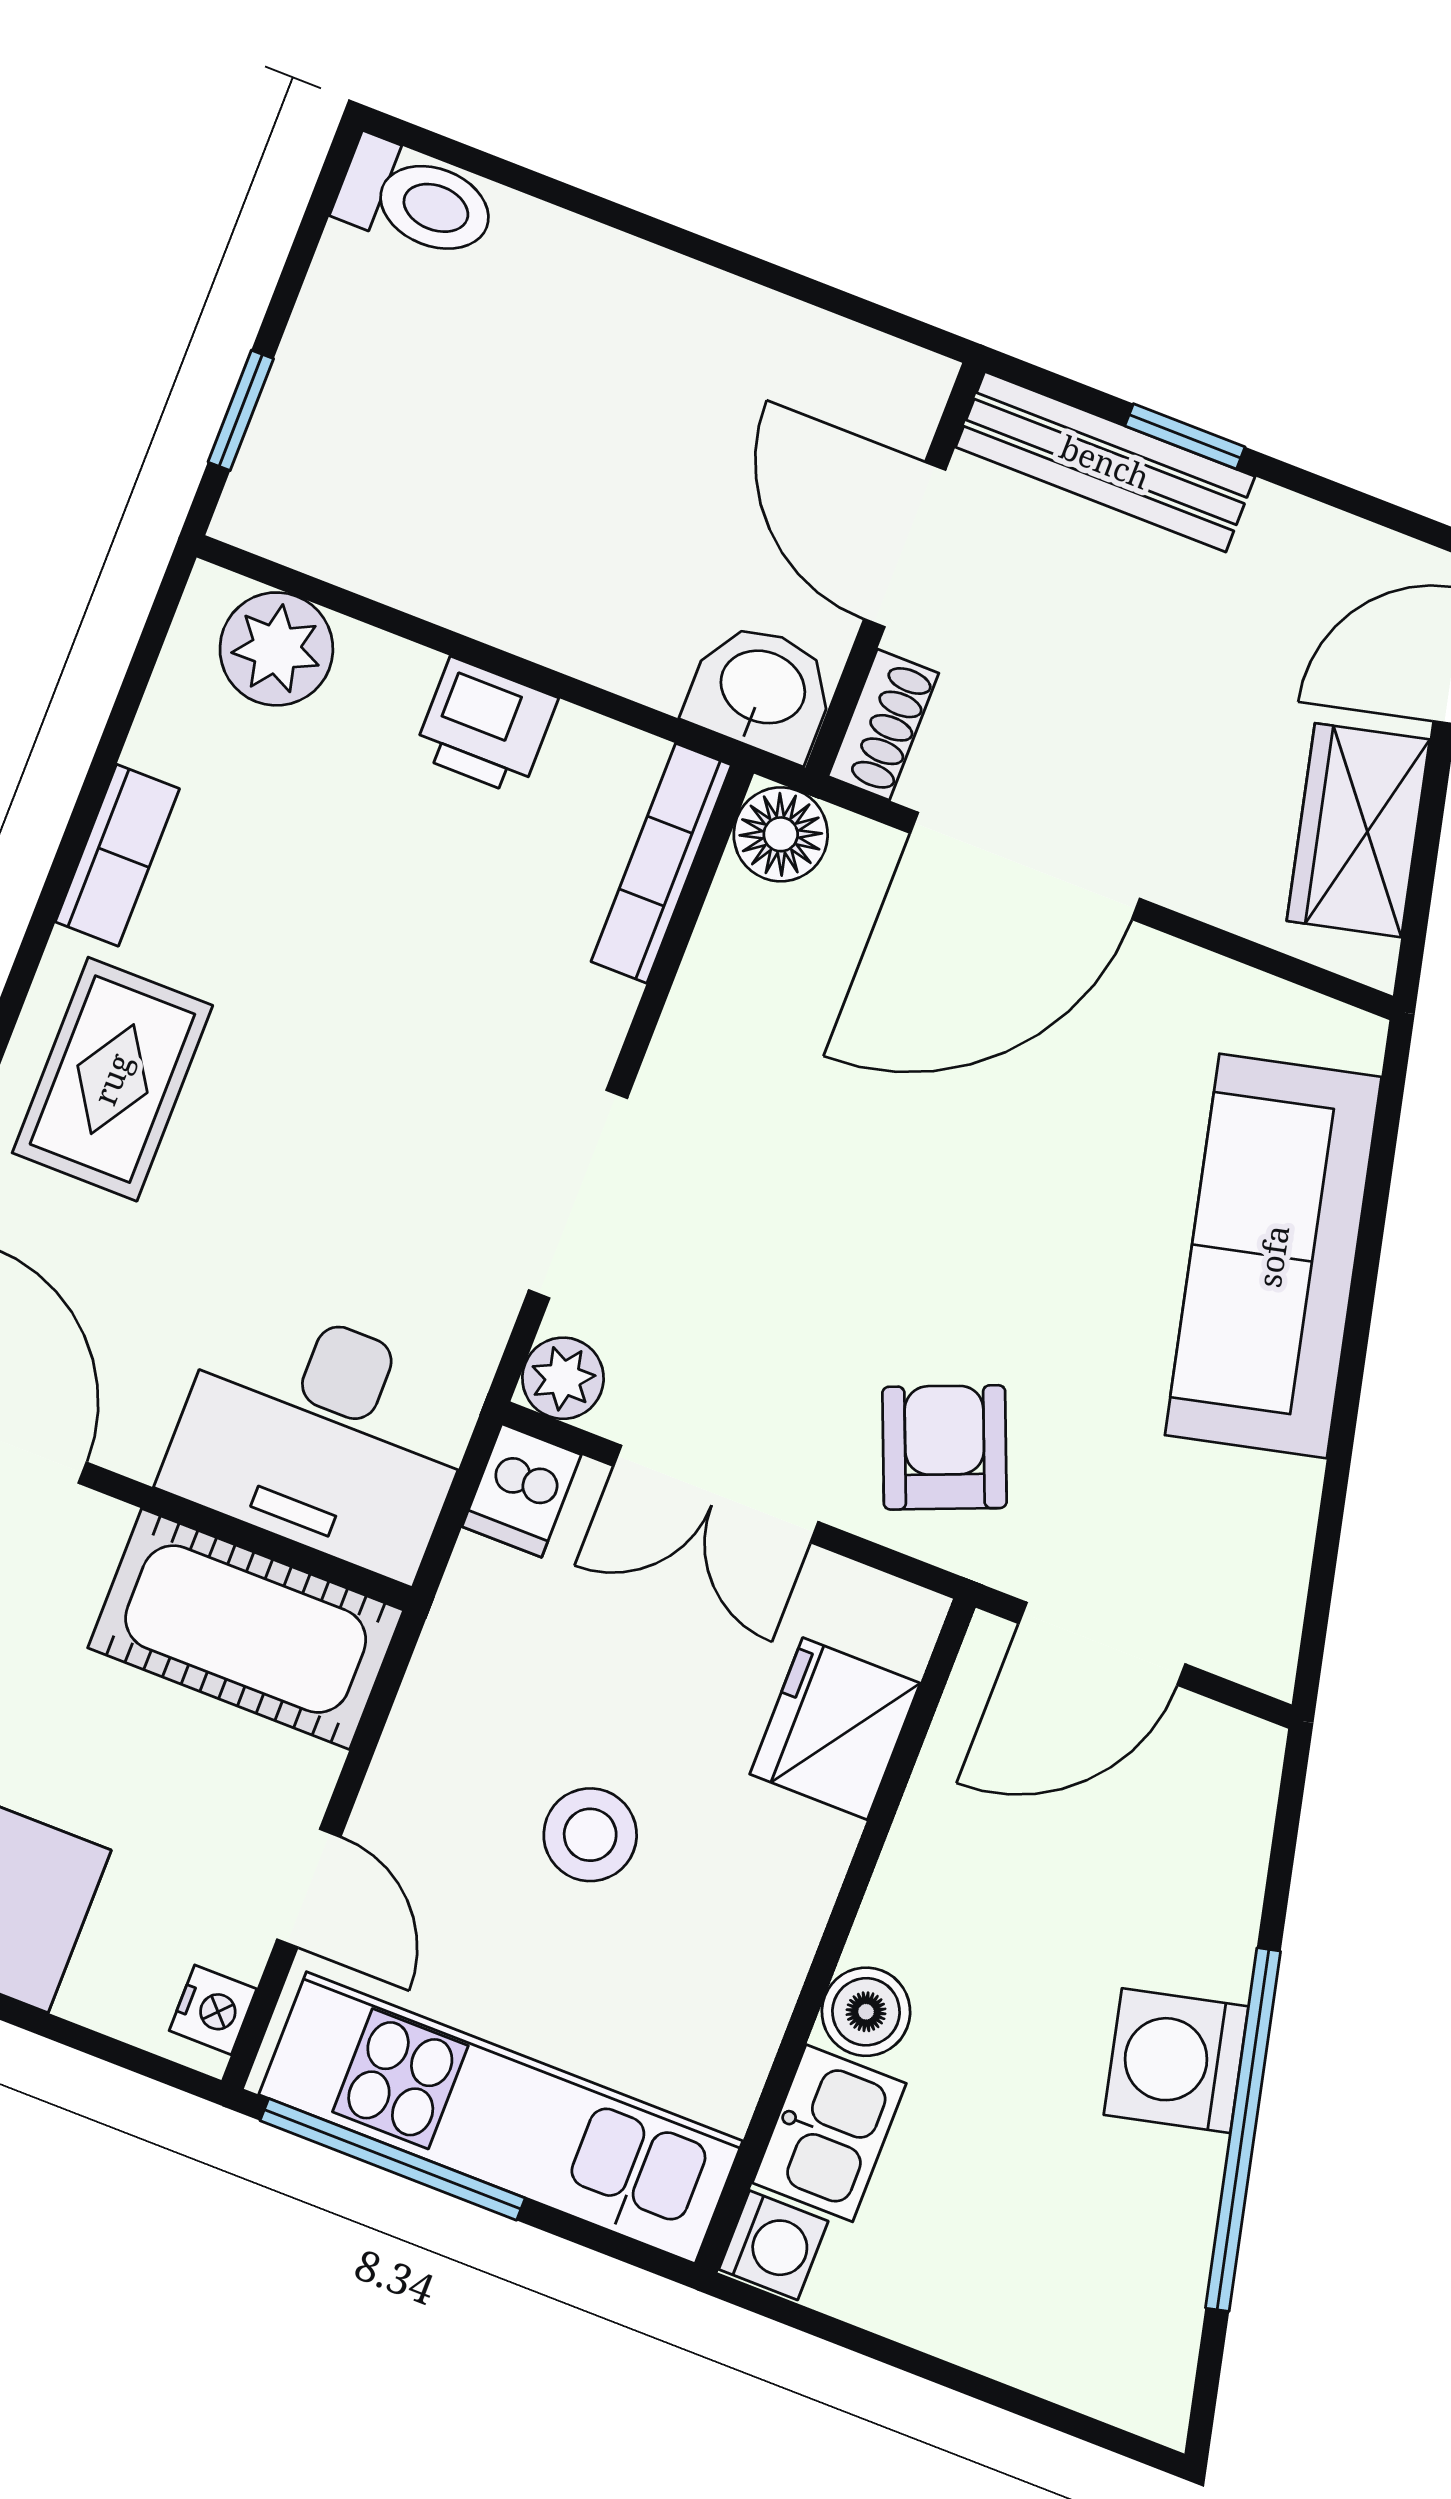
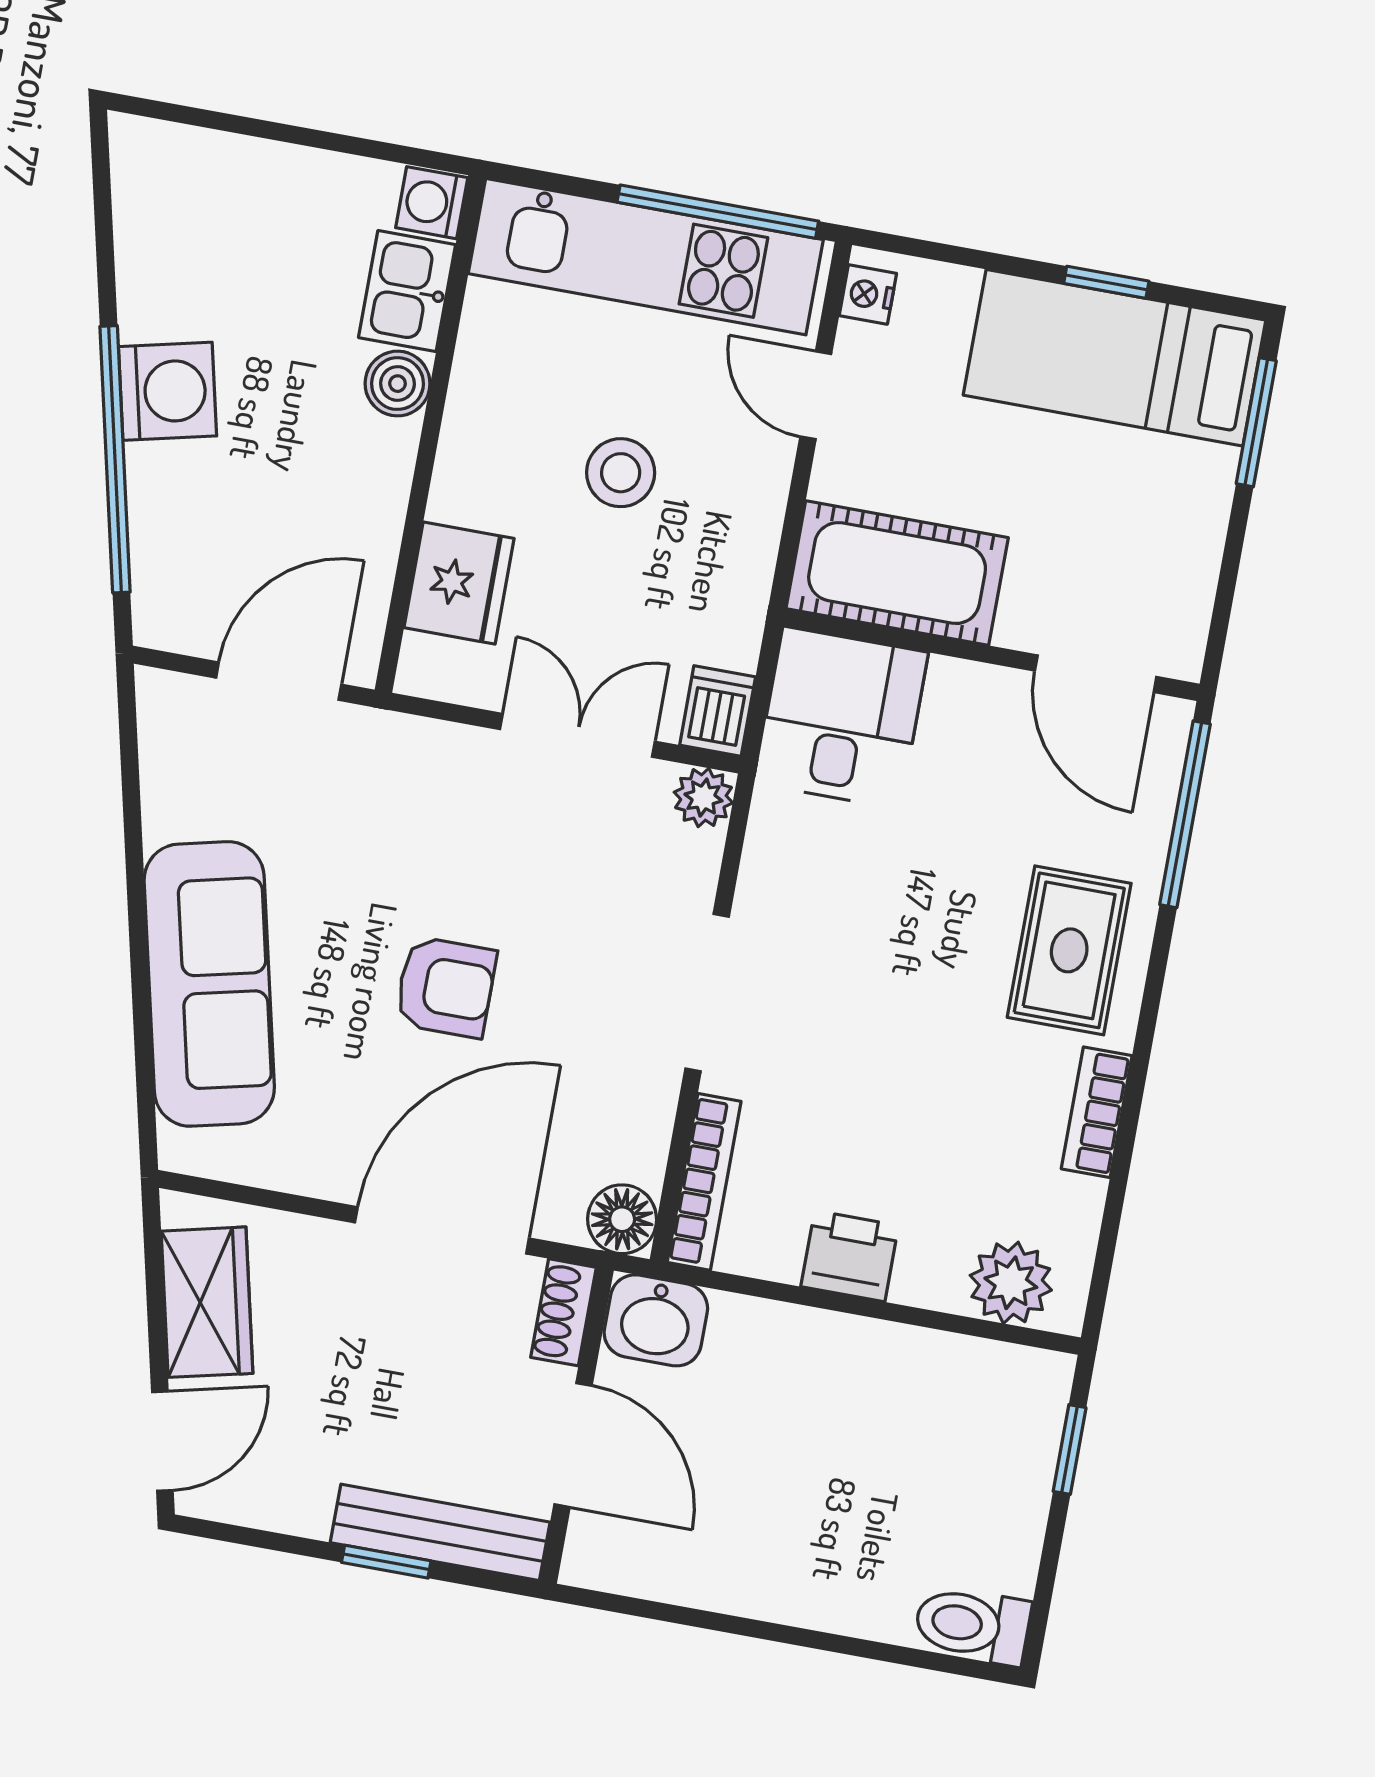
doorway: (578, 1194) -> (707, 993), moved
desk: (322, 1436) -> (841, 718), width x0.73
armchair: (945, 1447) -> (446, 987), moved, turned -68
window: (1243, 2130) -> (115, 459), moved

